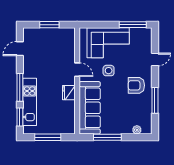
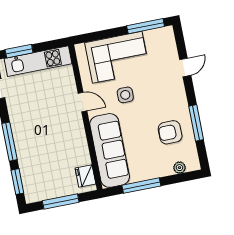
window: (49, 25) -> (19, 51), moved
armchair: (136, 85) -> (170, 132), moved
fridge: (69, 93) -> (85, 176), moved
kitchen unit: (30, 102) -> (38, 61), moved, turned 90

